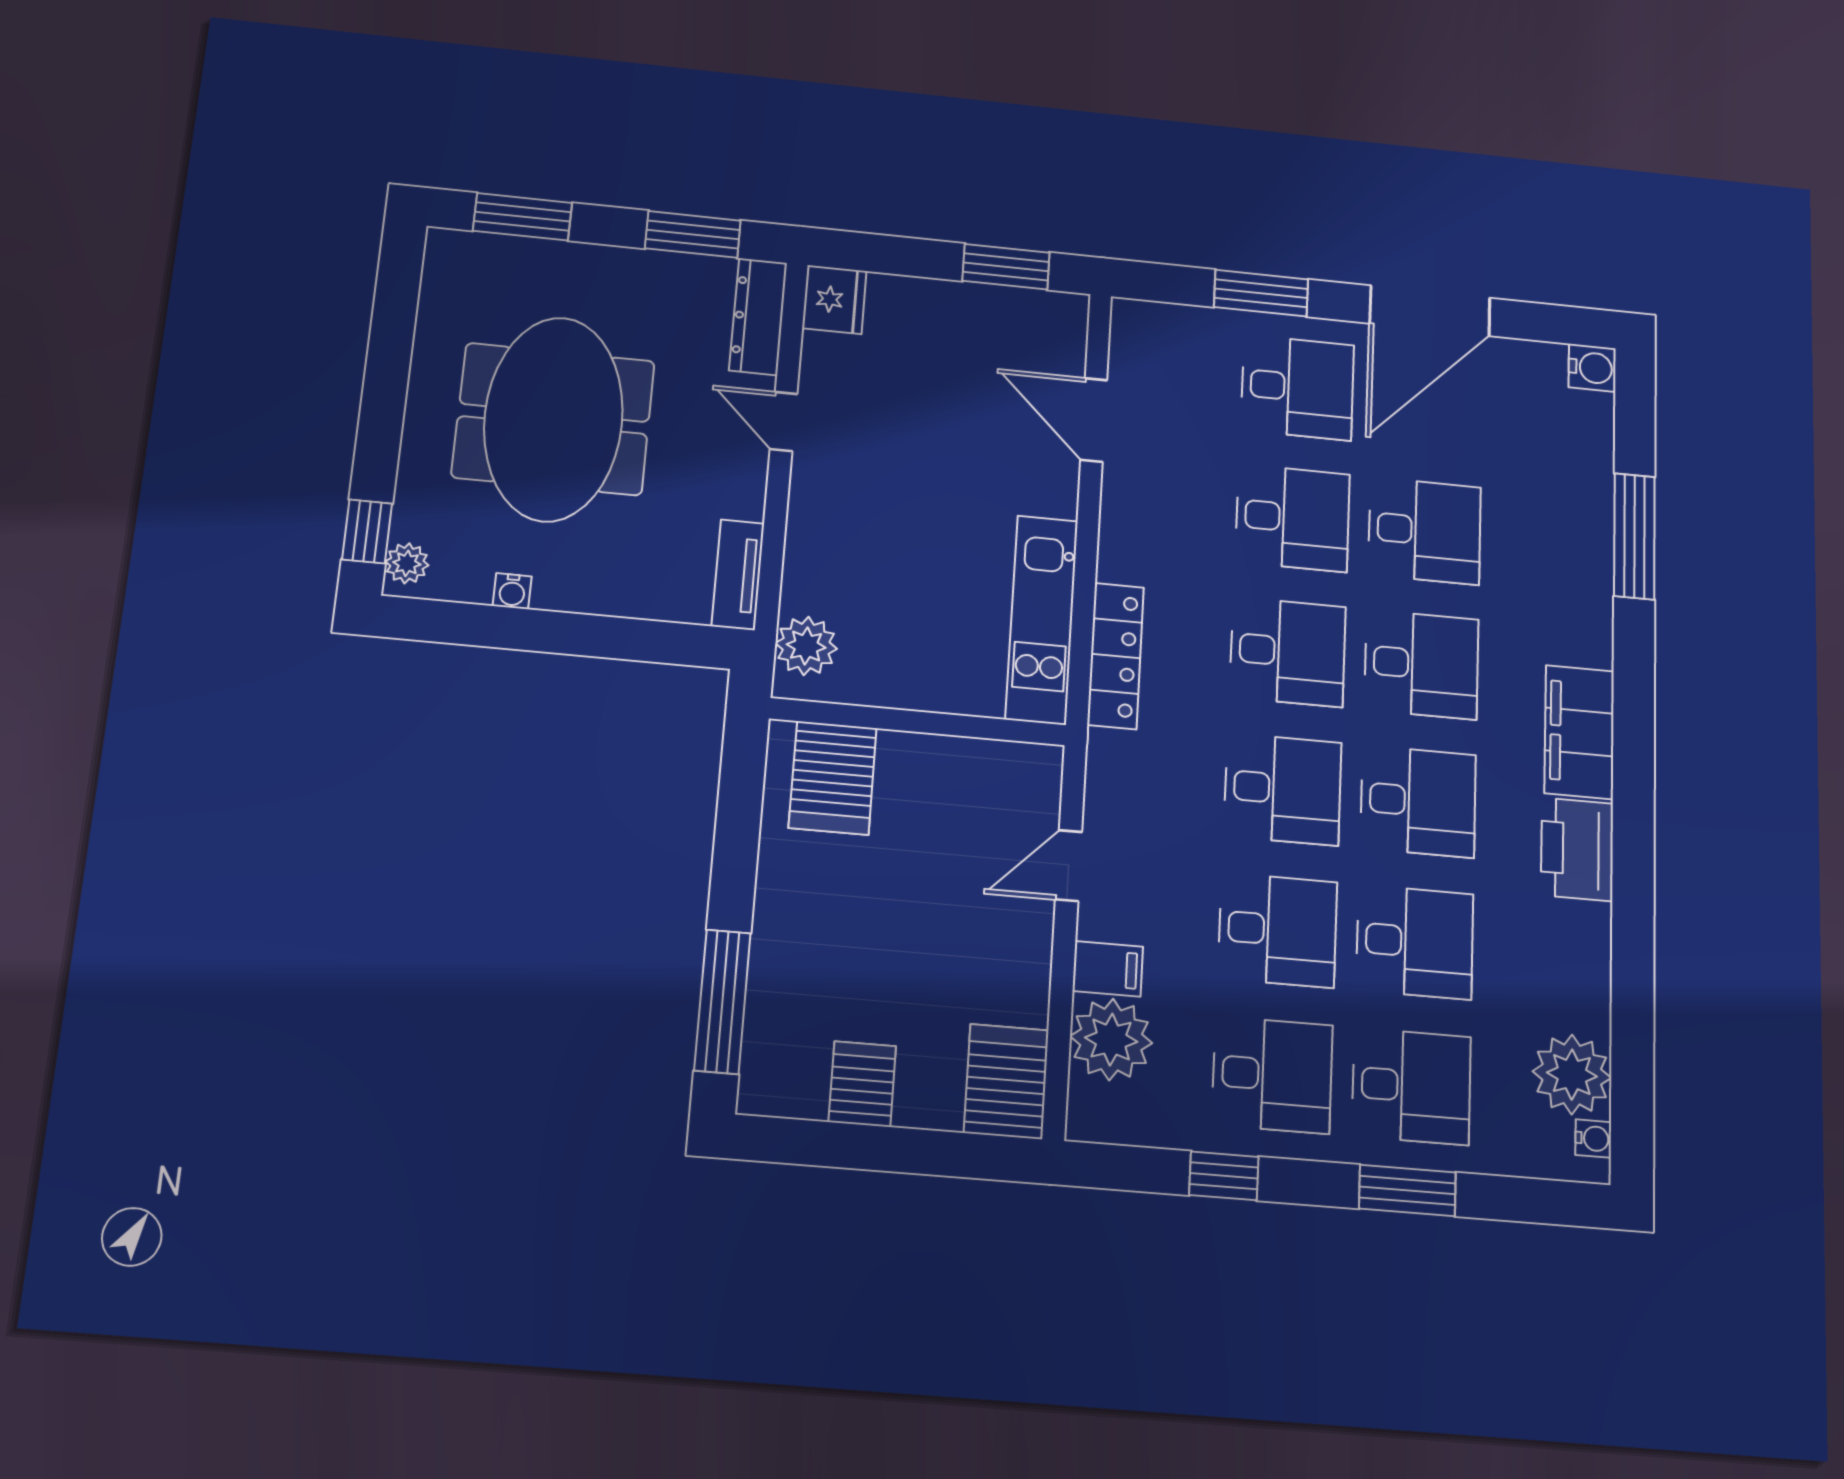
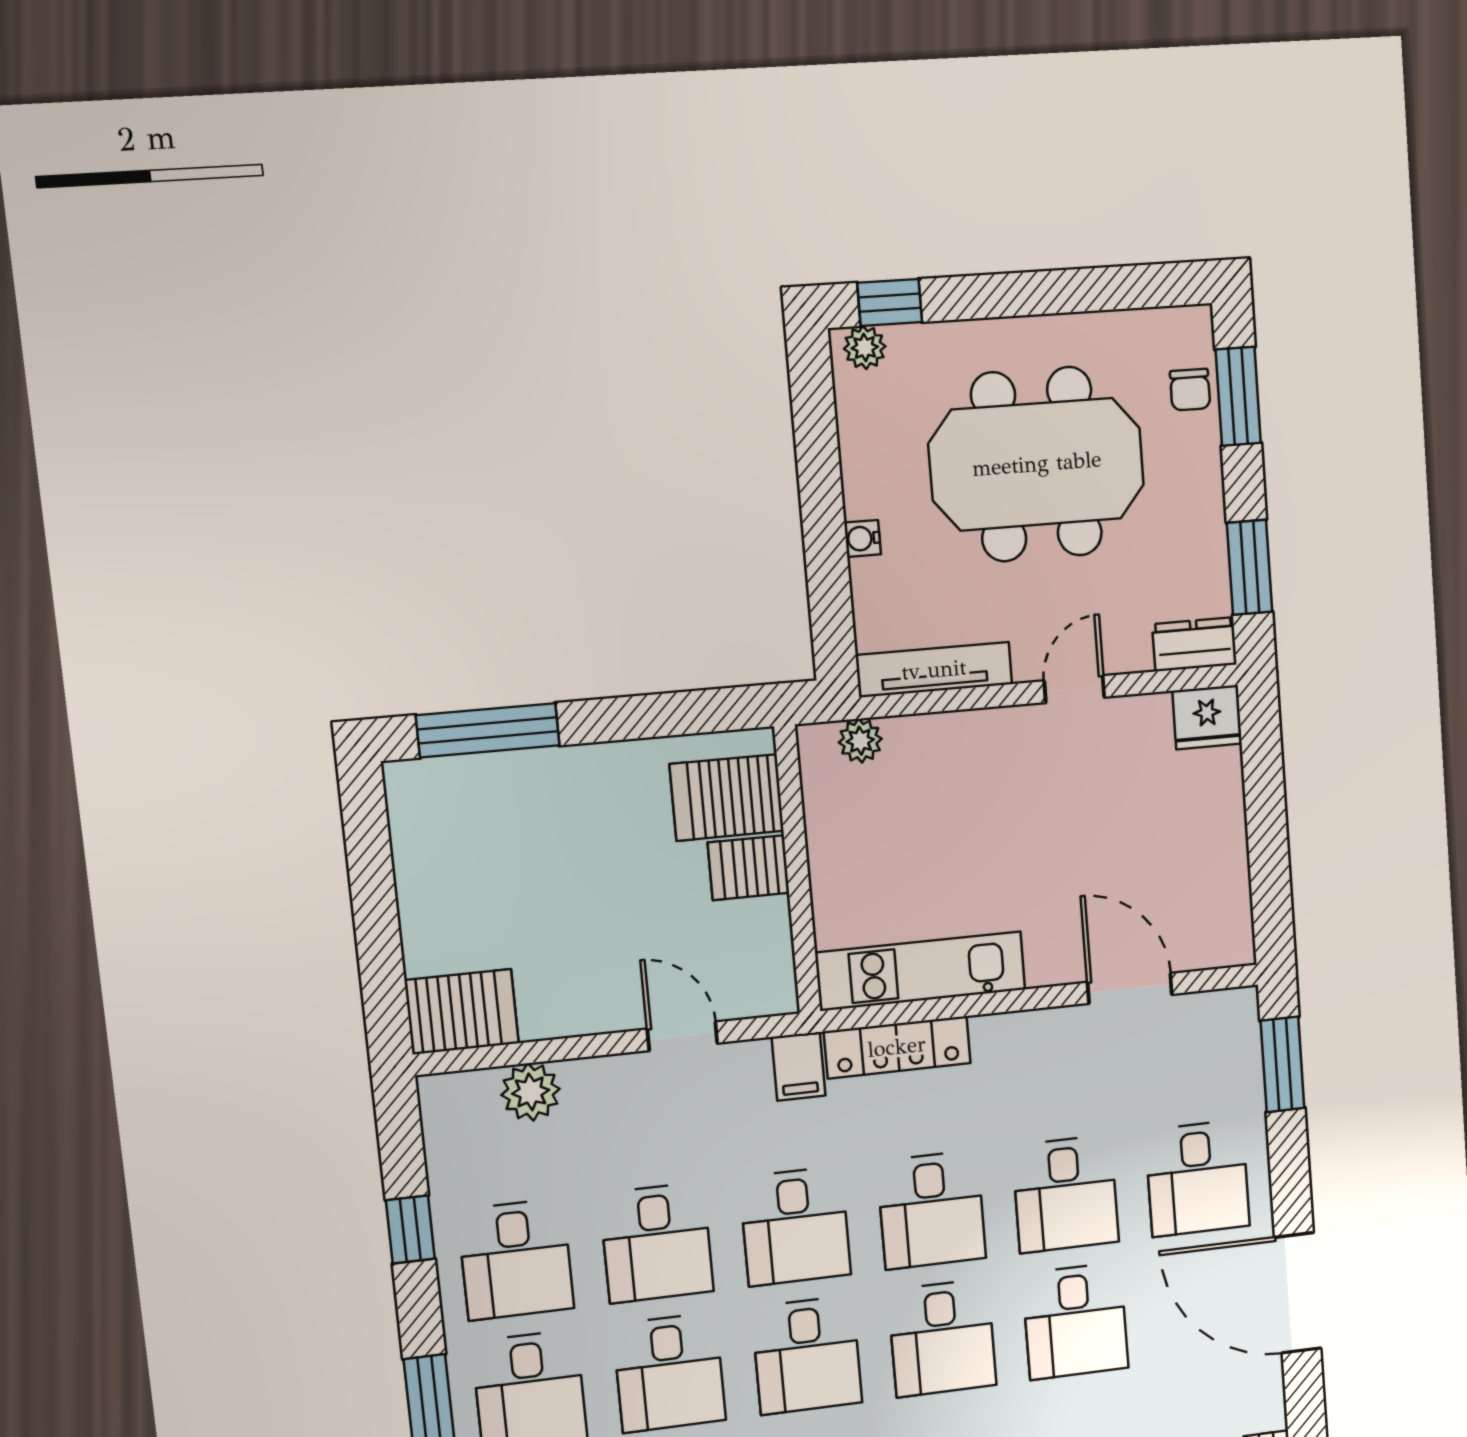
chair: (507, 261) -> (1190, 390), added
window: (1006, 267) -> (1270, 878), removed
window: (1261, 293) -> (1283, 1064), moved
dresser: (758, 316) -> (1194, 644), width x0.70
door: (1094, 420) -> (1130, 988), hinge flipped
tv unit: (738, 575) -> (934, 670), width x1.41
water cooler: (512, 591) -> (862, 538), moved
plant: (806, 646) -> (860, 741), width x0.73, depth x0.73
filing cabinet: (1108, 969) -> (799, 1066), moved
plant: (1111, 1040) -> (531, 1092), width x0.73, depth x0.73
server rack: (862, 1084) -> (749, 868), moved, turned 180

